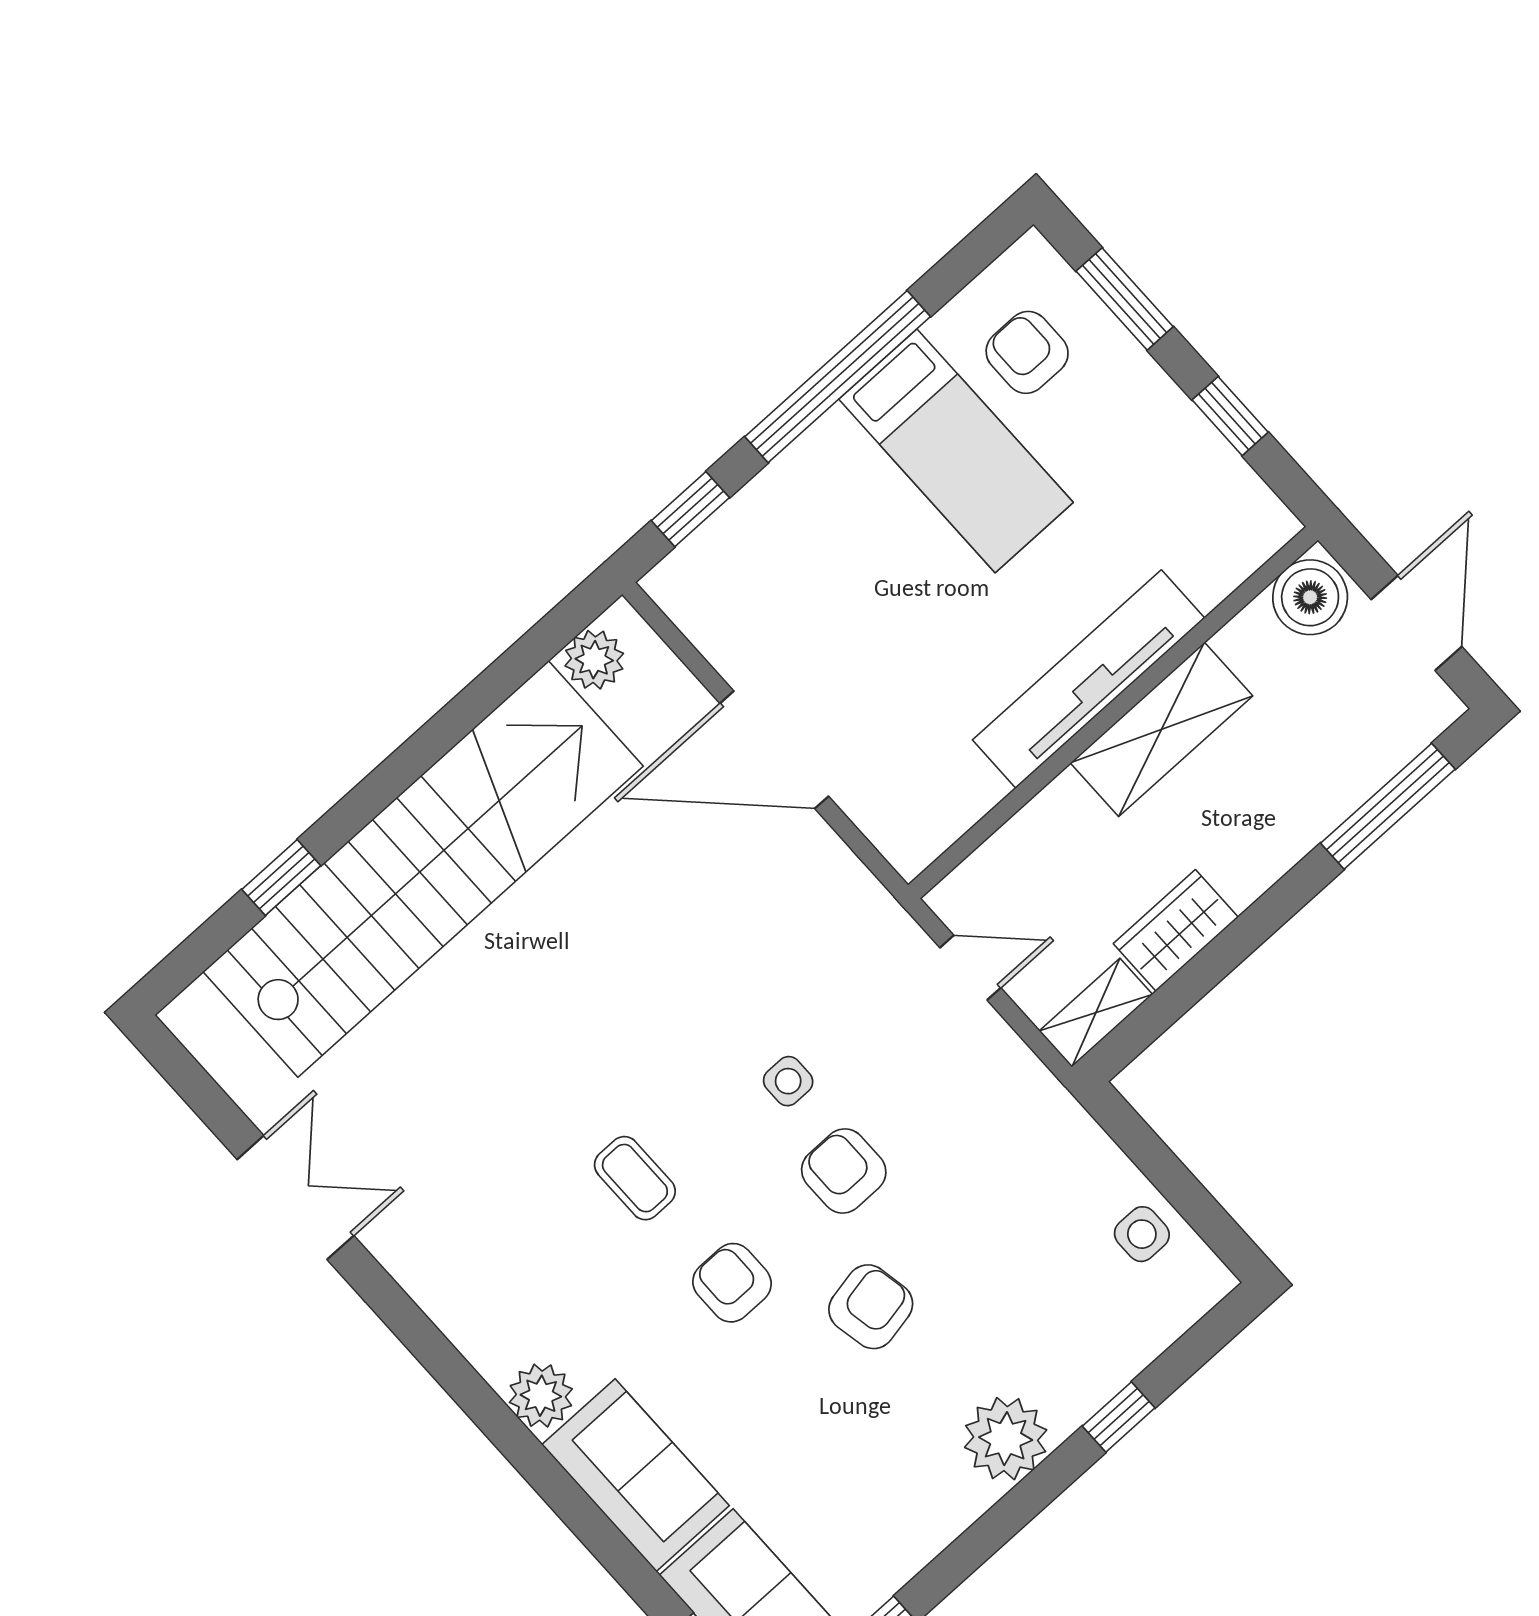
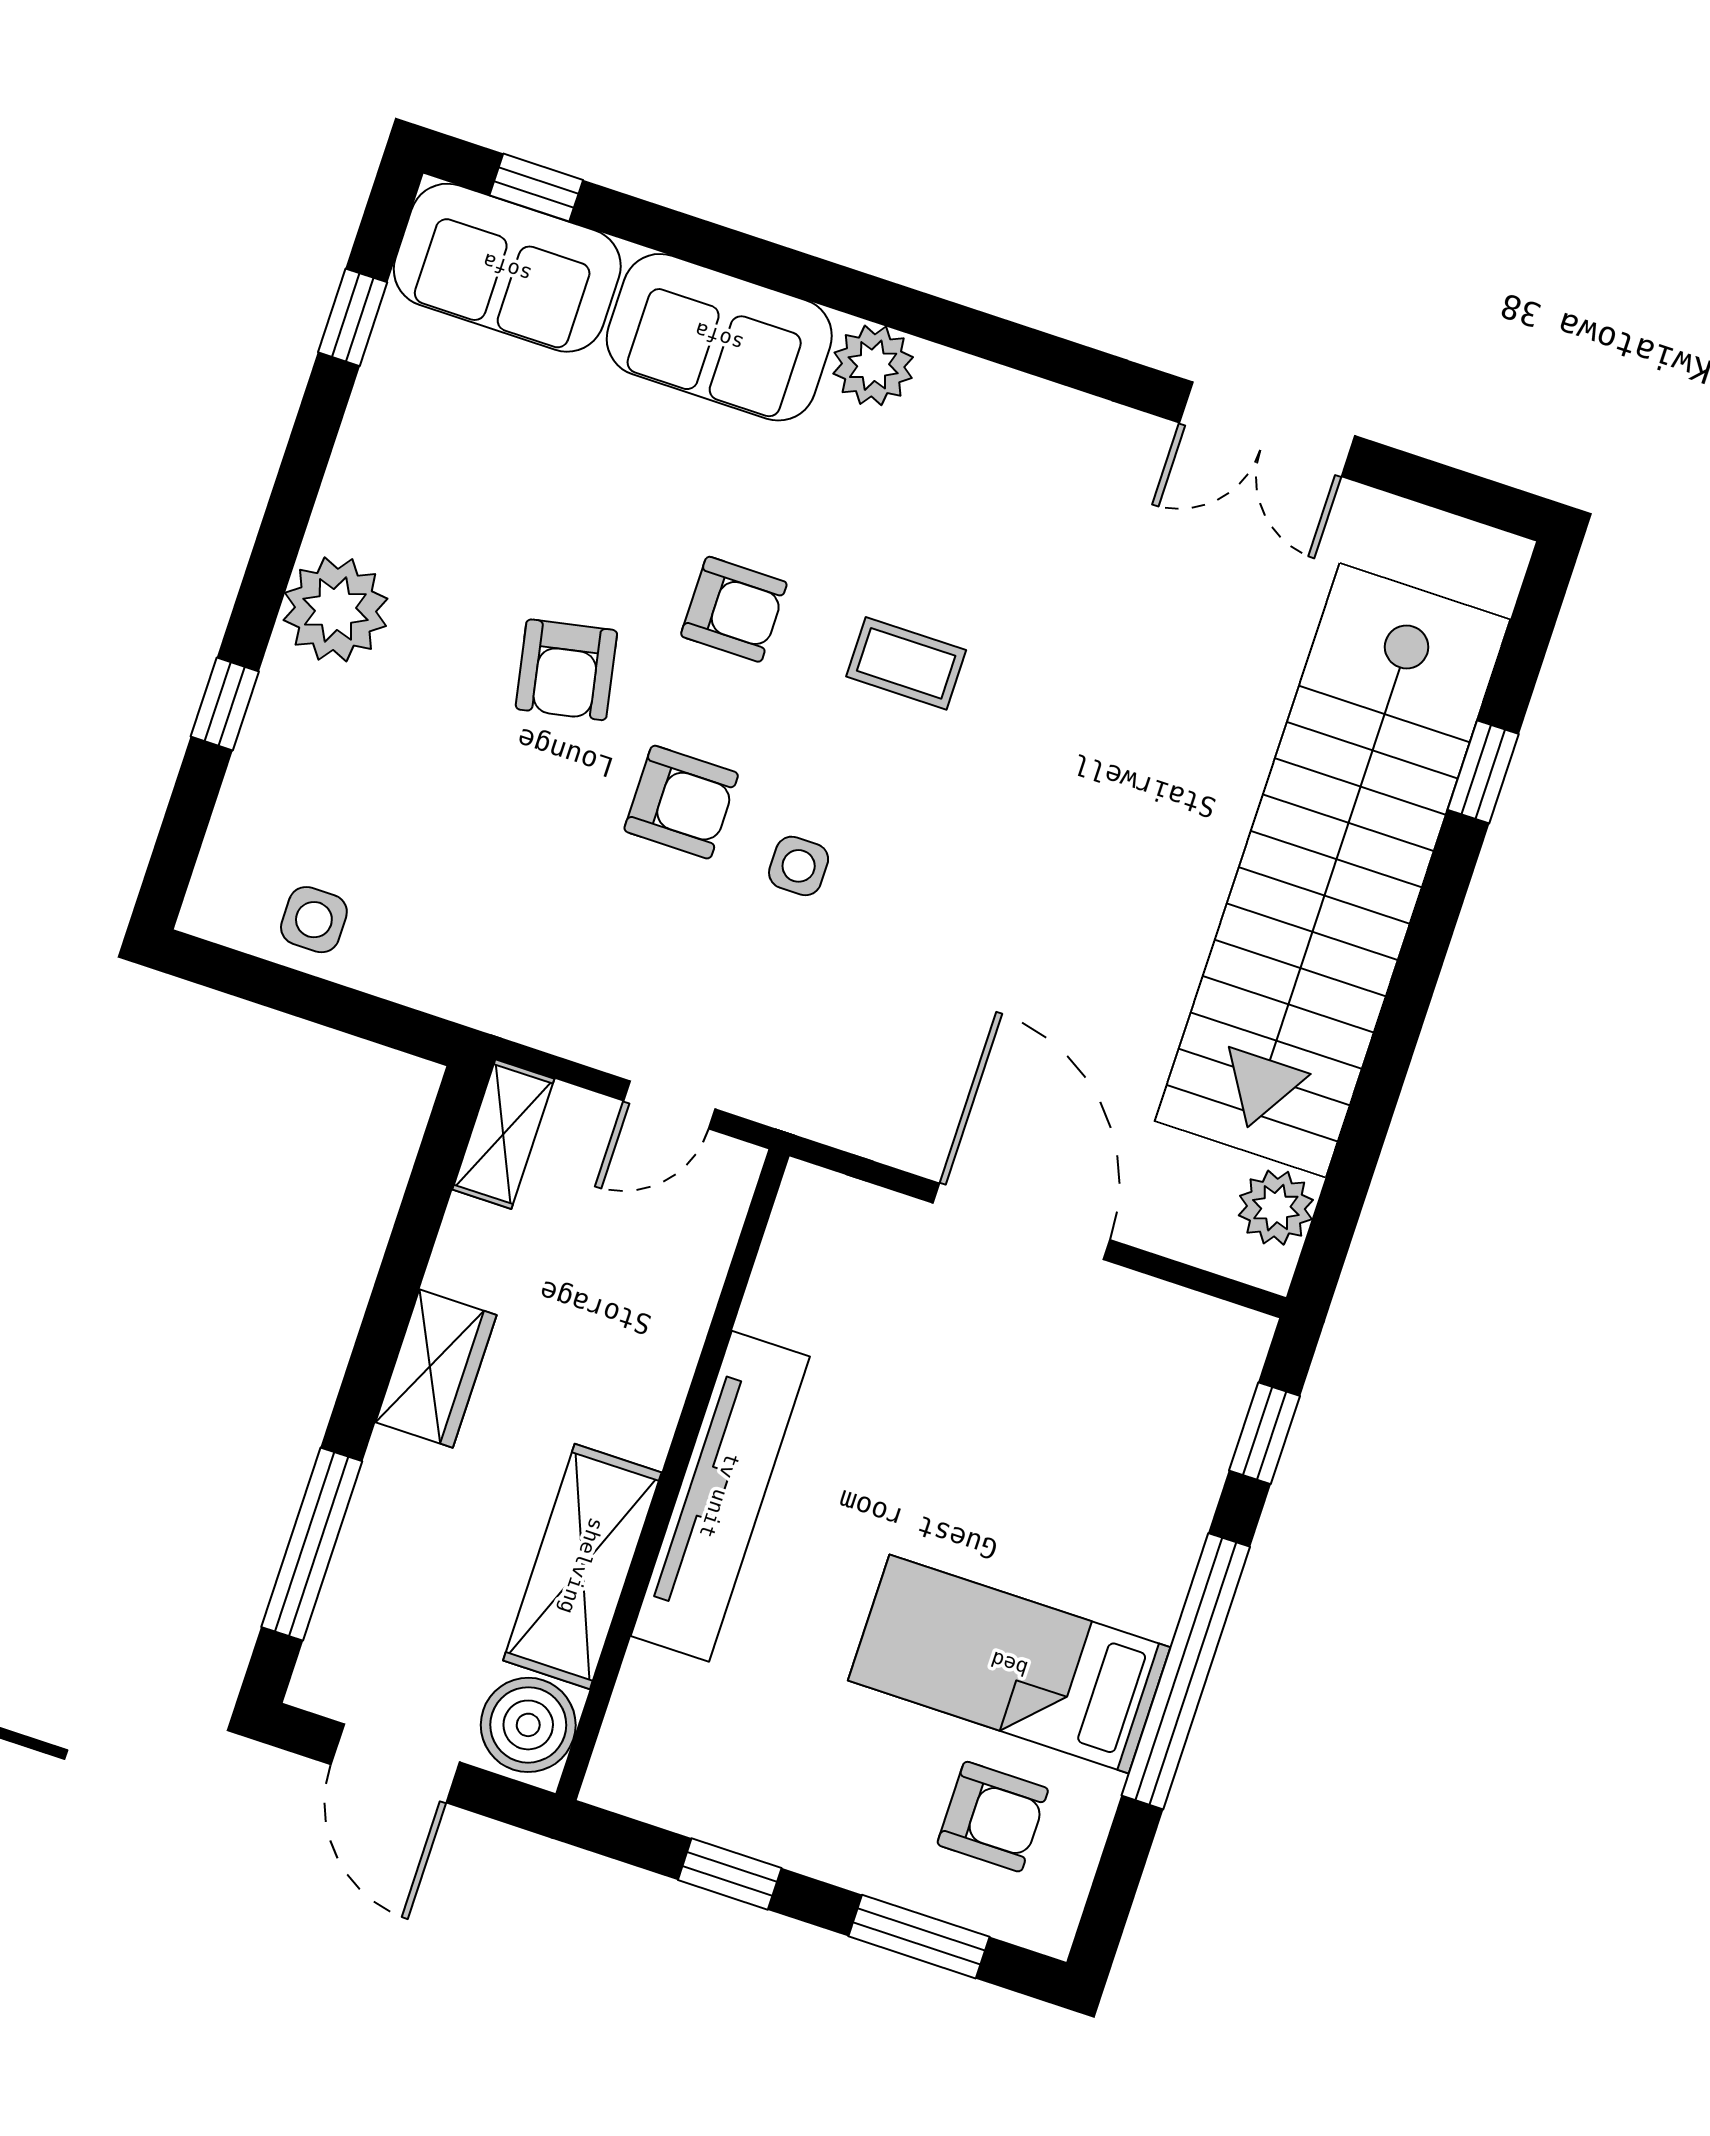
shelving: (1161, 729) -> (582, 1566), moved
door: (774, 750) -> (1022, 1221), hinge flipped
wardrobe: (1176, 930) -> (436, 1369), moved

